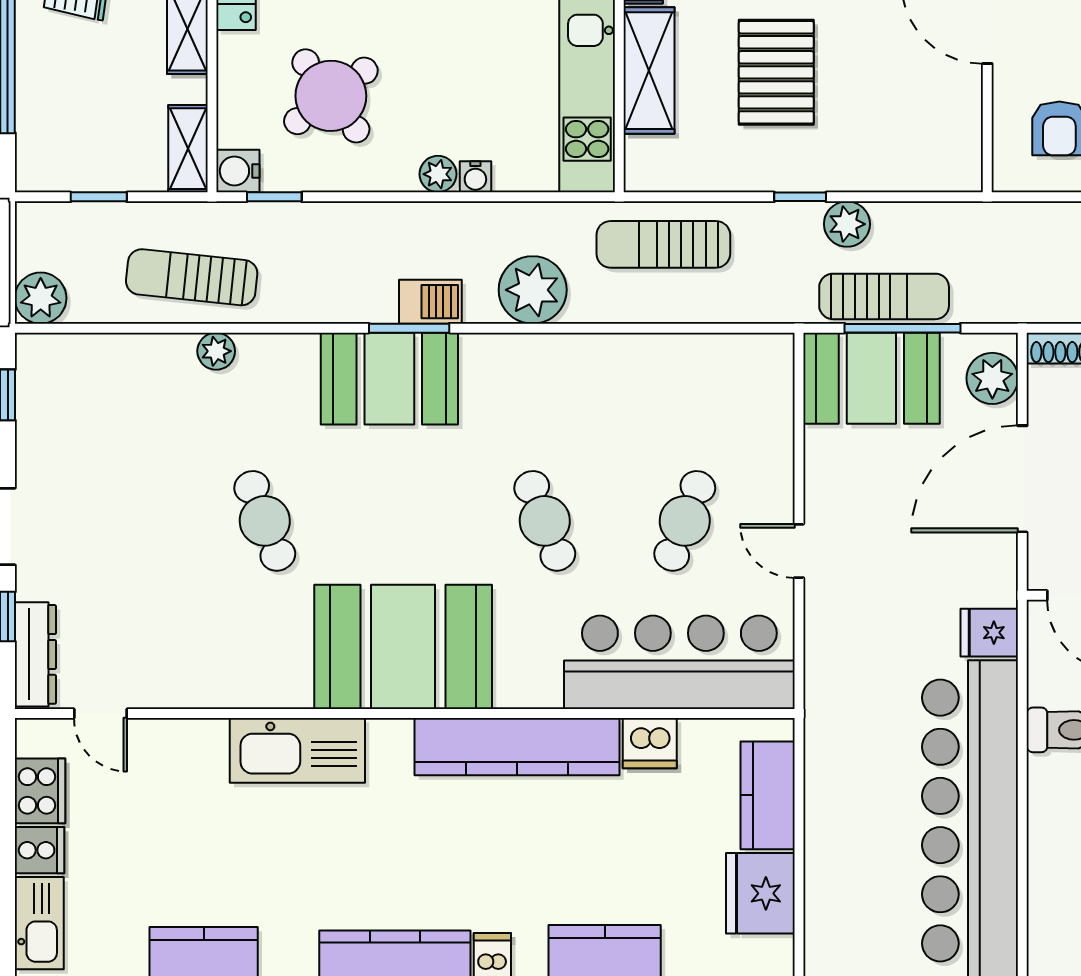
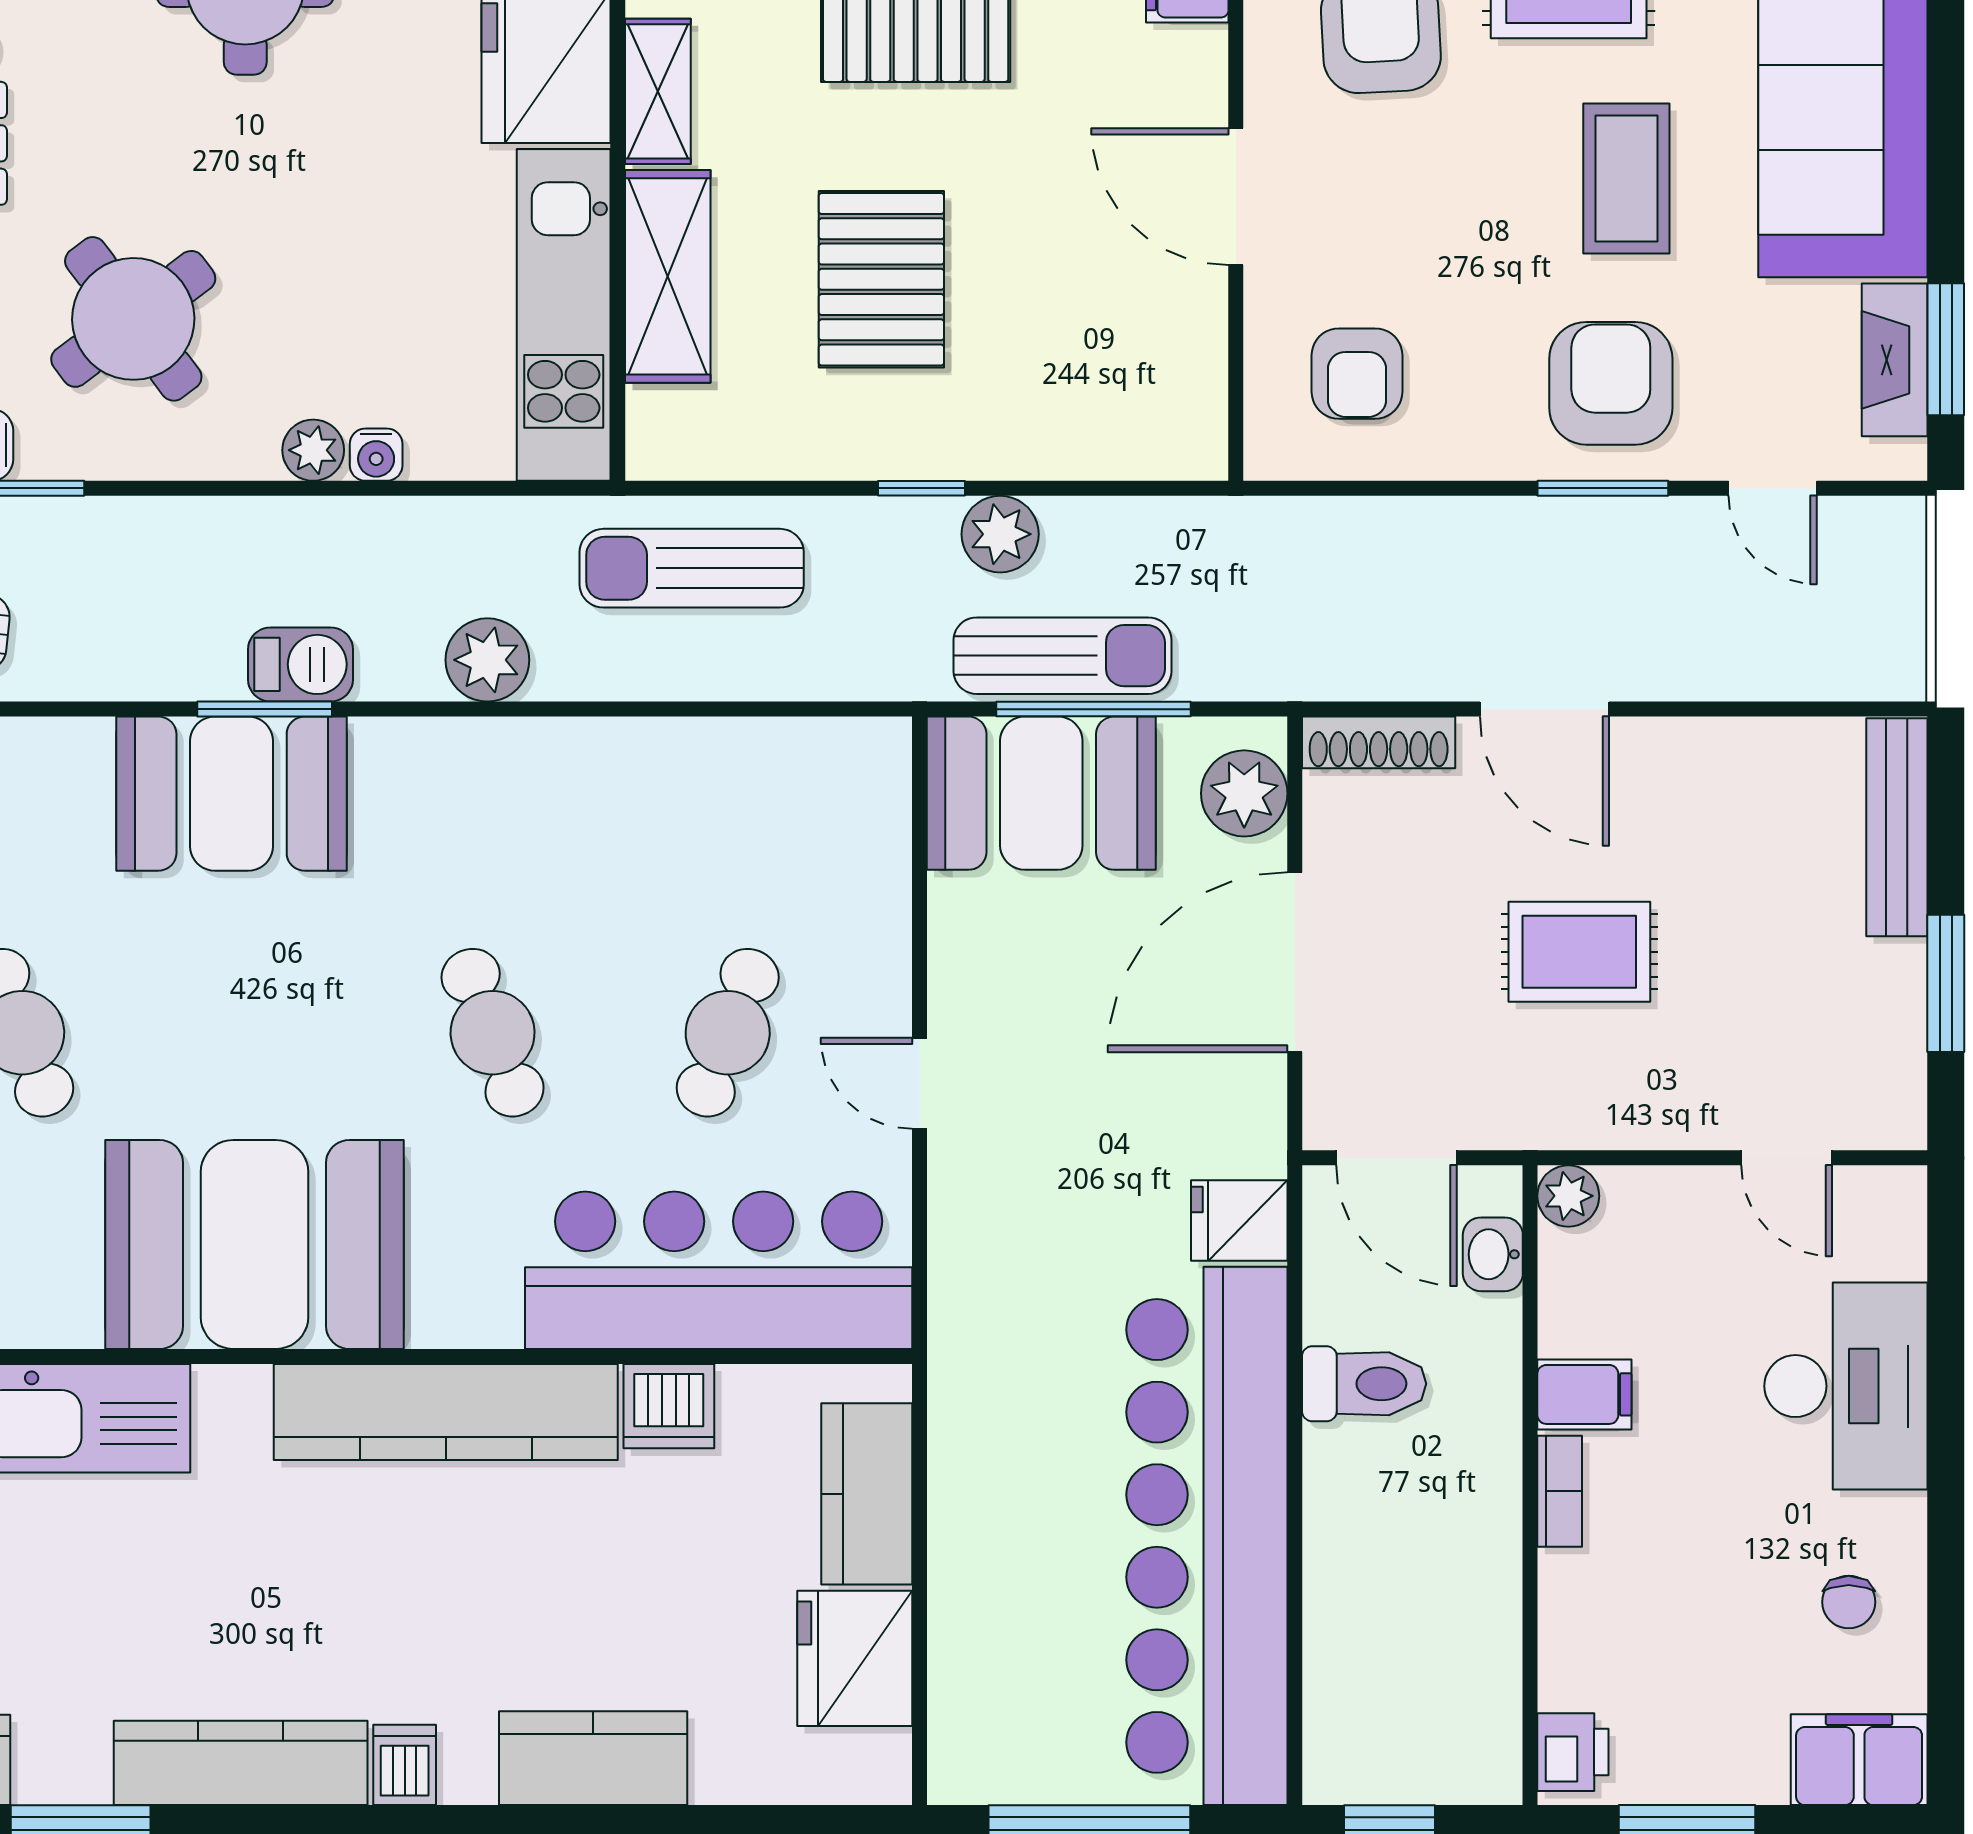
plant: (533, 290) -> (487, 660), width x0.73, depth x0.73

